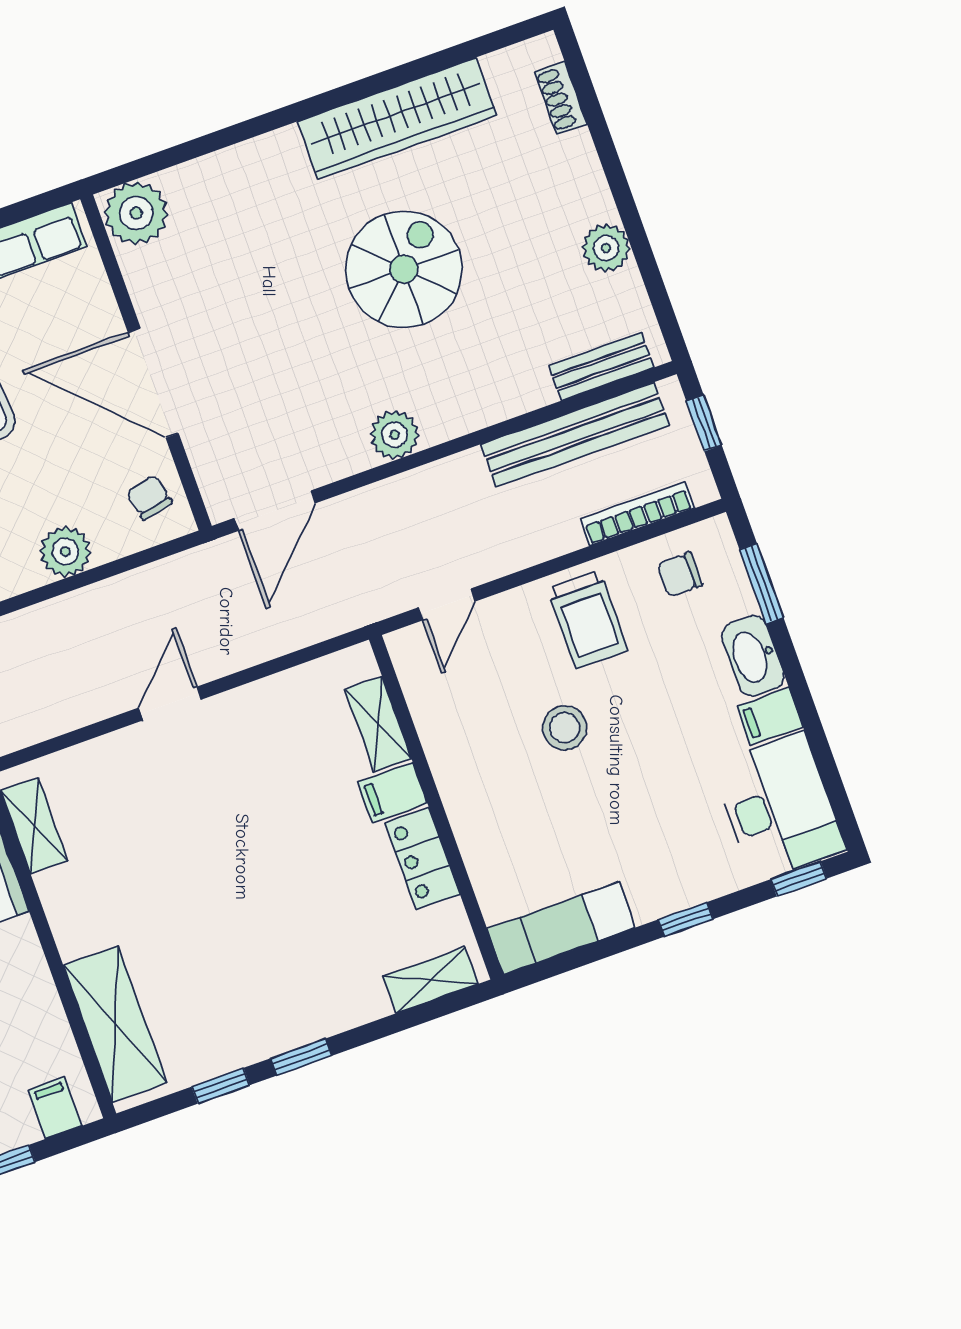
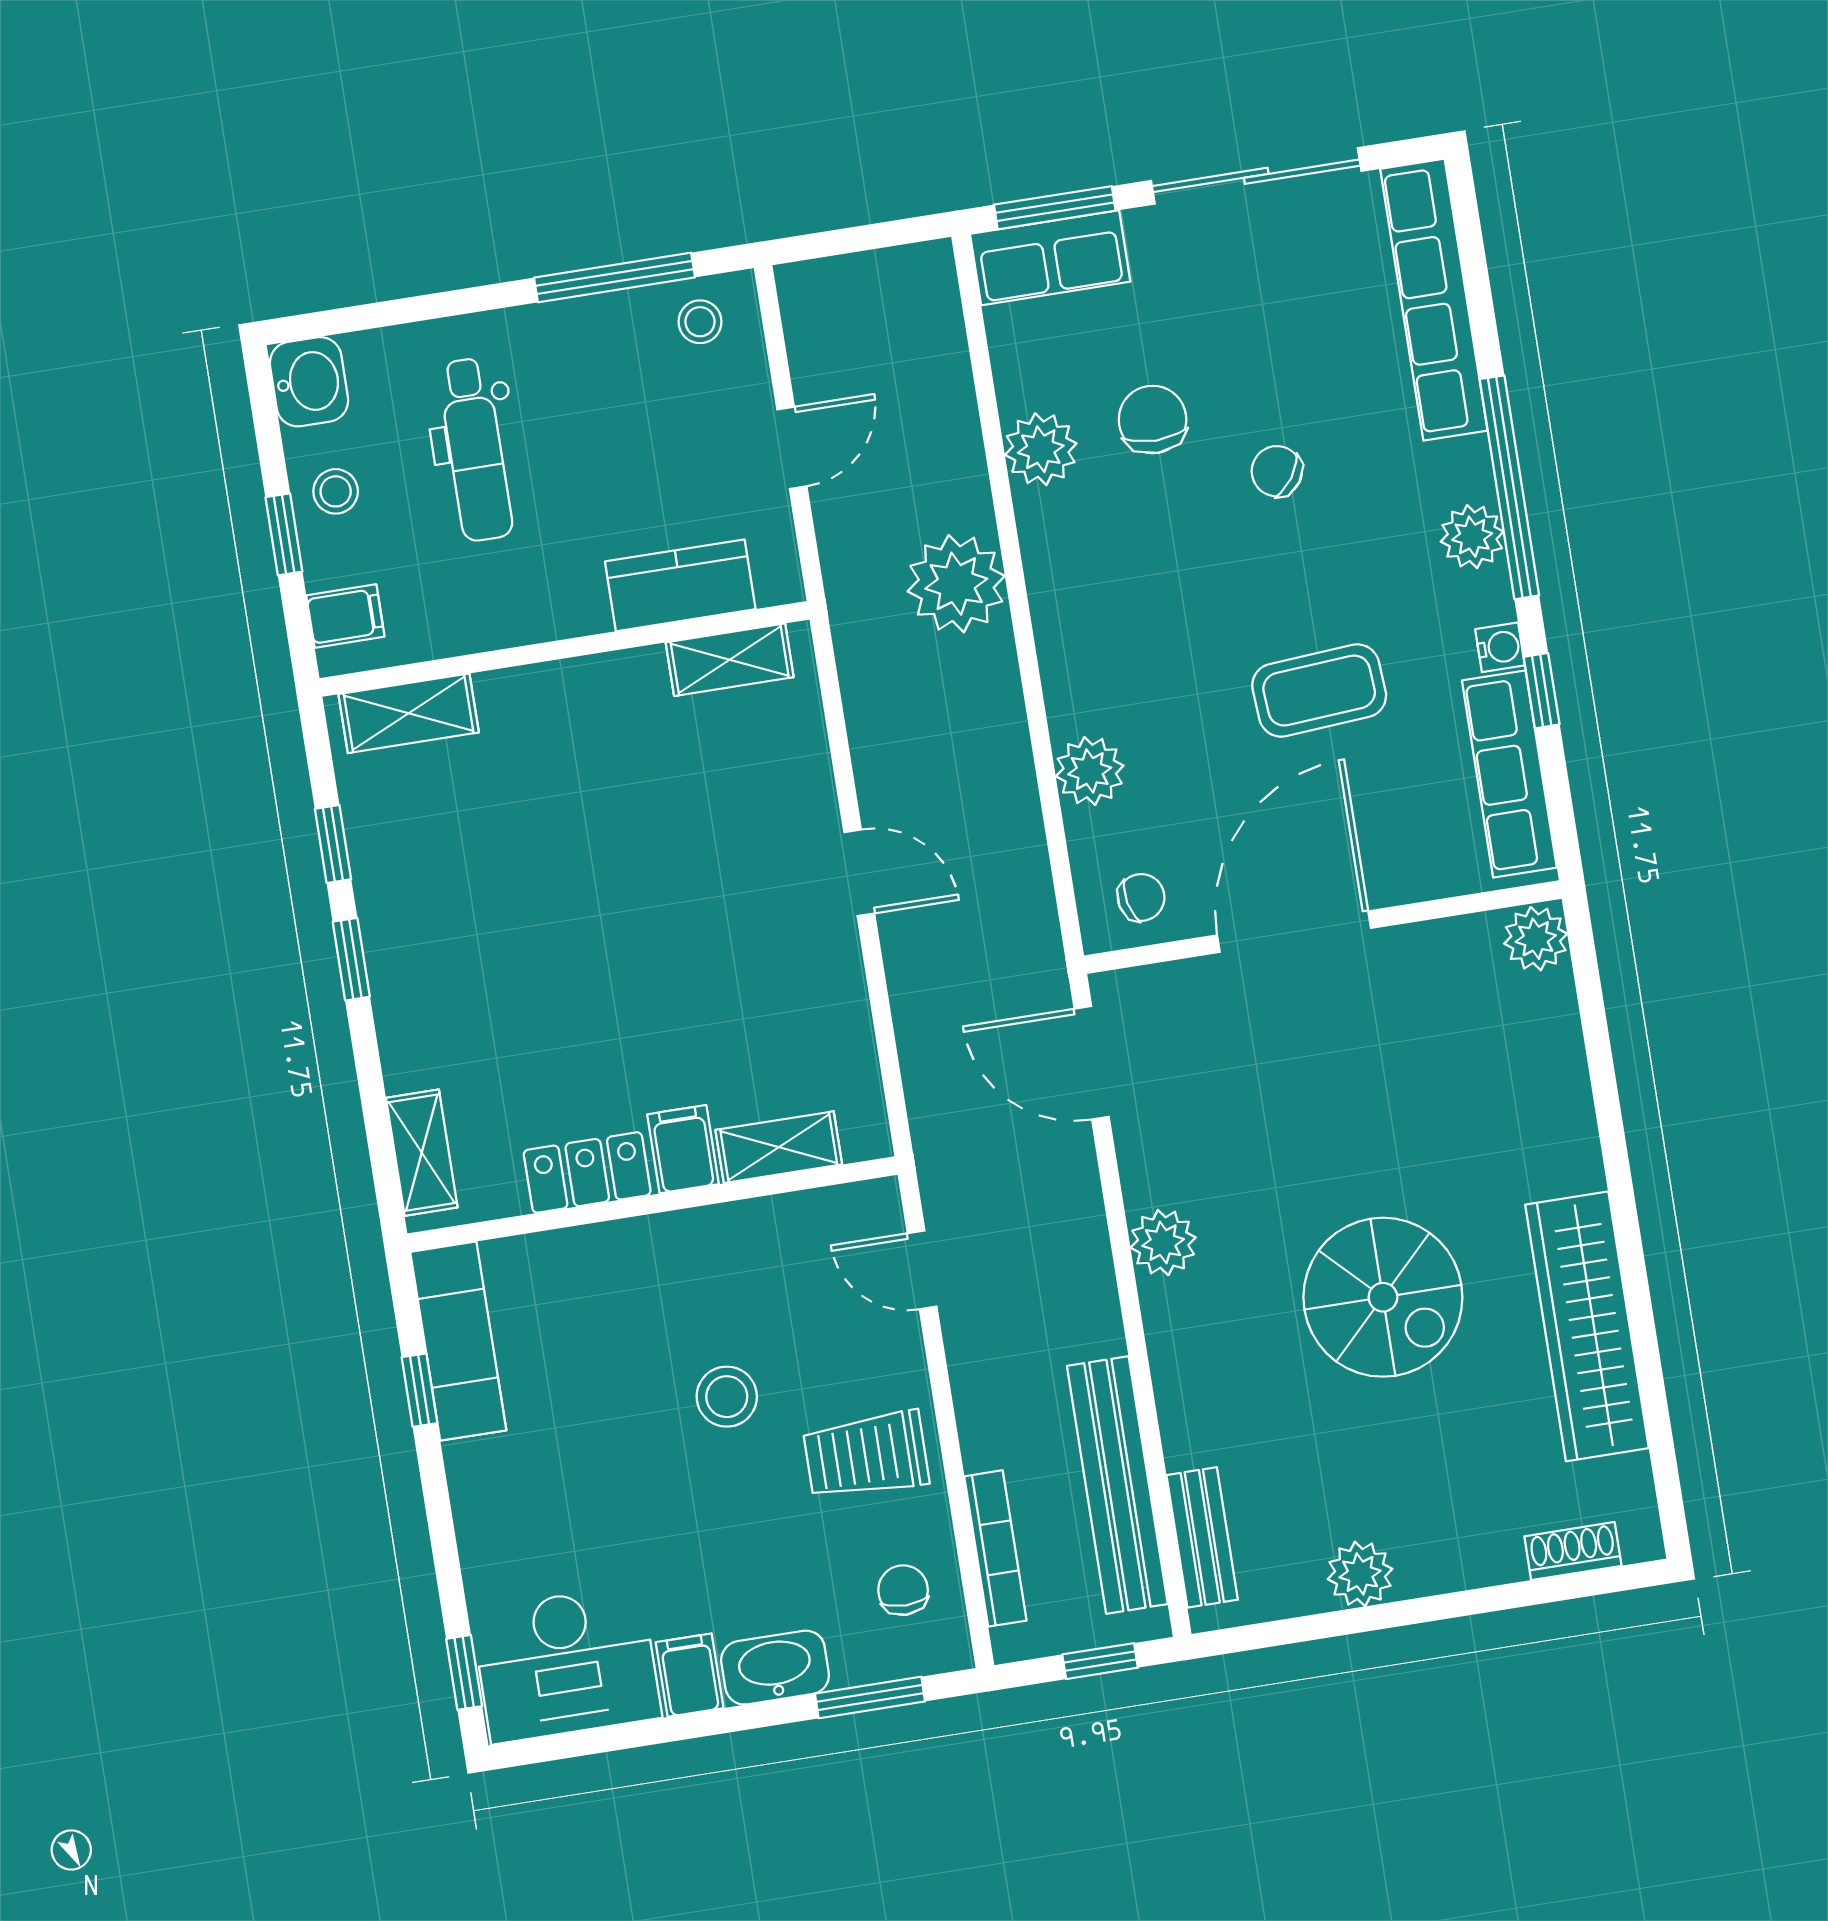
plant: (136, 213) -> (1536, 939), width x0.73, depth x0.73
window: (686, 919) -> (419, 1390), moved
shelving: (115, 1024) -> (409, 713), width x0.67, depth x0.75

